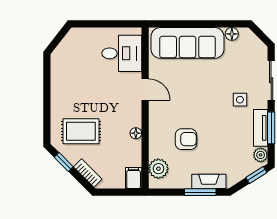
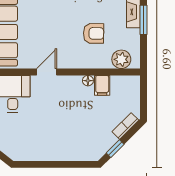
rug: (81, 131) -> (86, 132), removed
armchair: (186, 139) -> (94, 33), turned 91
filing cabinet: (134, 178) -> (102, 85), moved, turned -90

